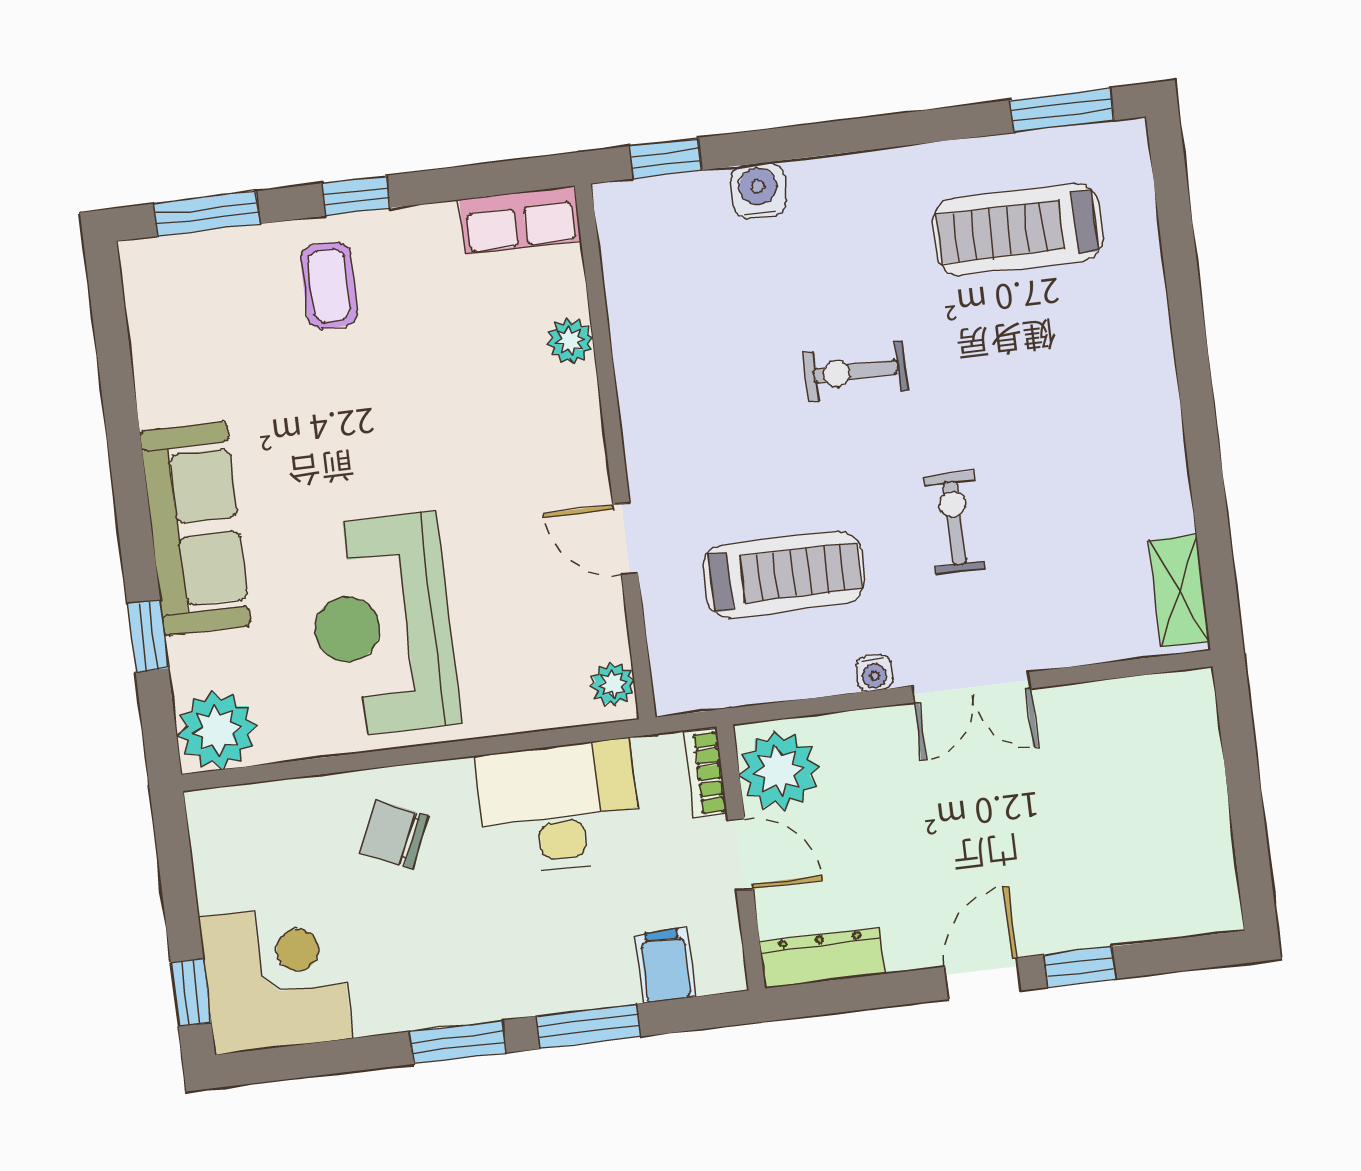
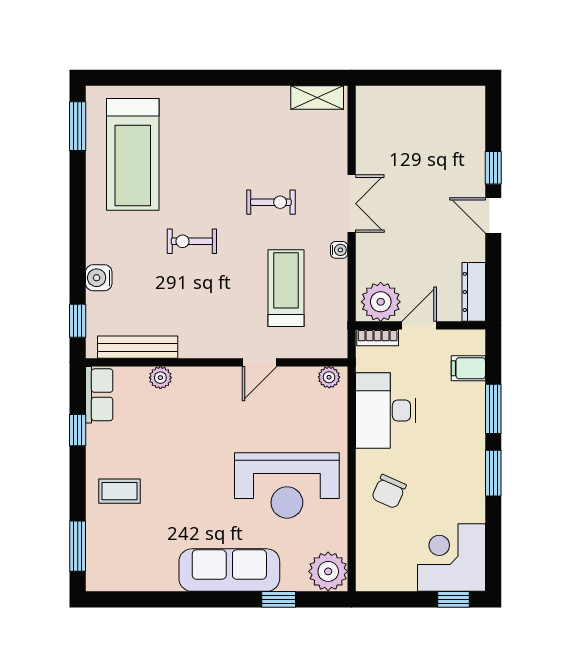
window: (356, 196) -> (78, 430), moved
treadmill: (1018, 230) -> (133, 154), width x1.37, depth x1.38
bench: (627, 287) -> (138, 347), added
exercise bike: (856, 371) -> (192, 241), turned 90
exercise bike: (955, 523) -> (271, 202), turned 180

